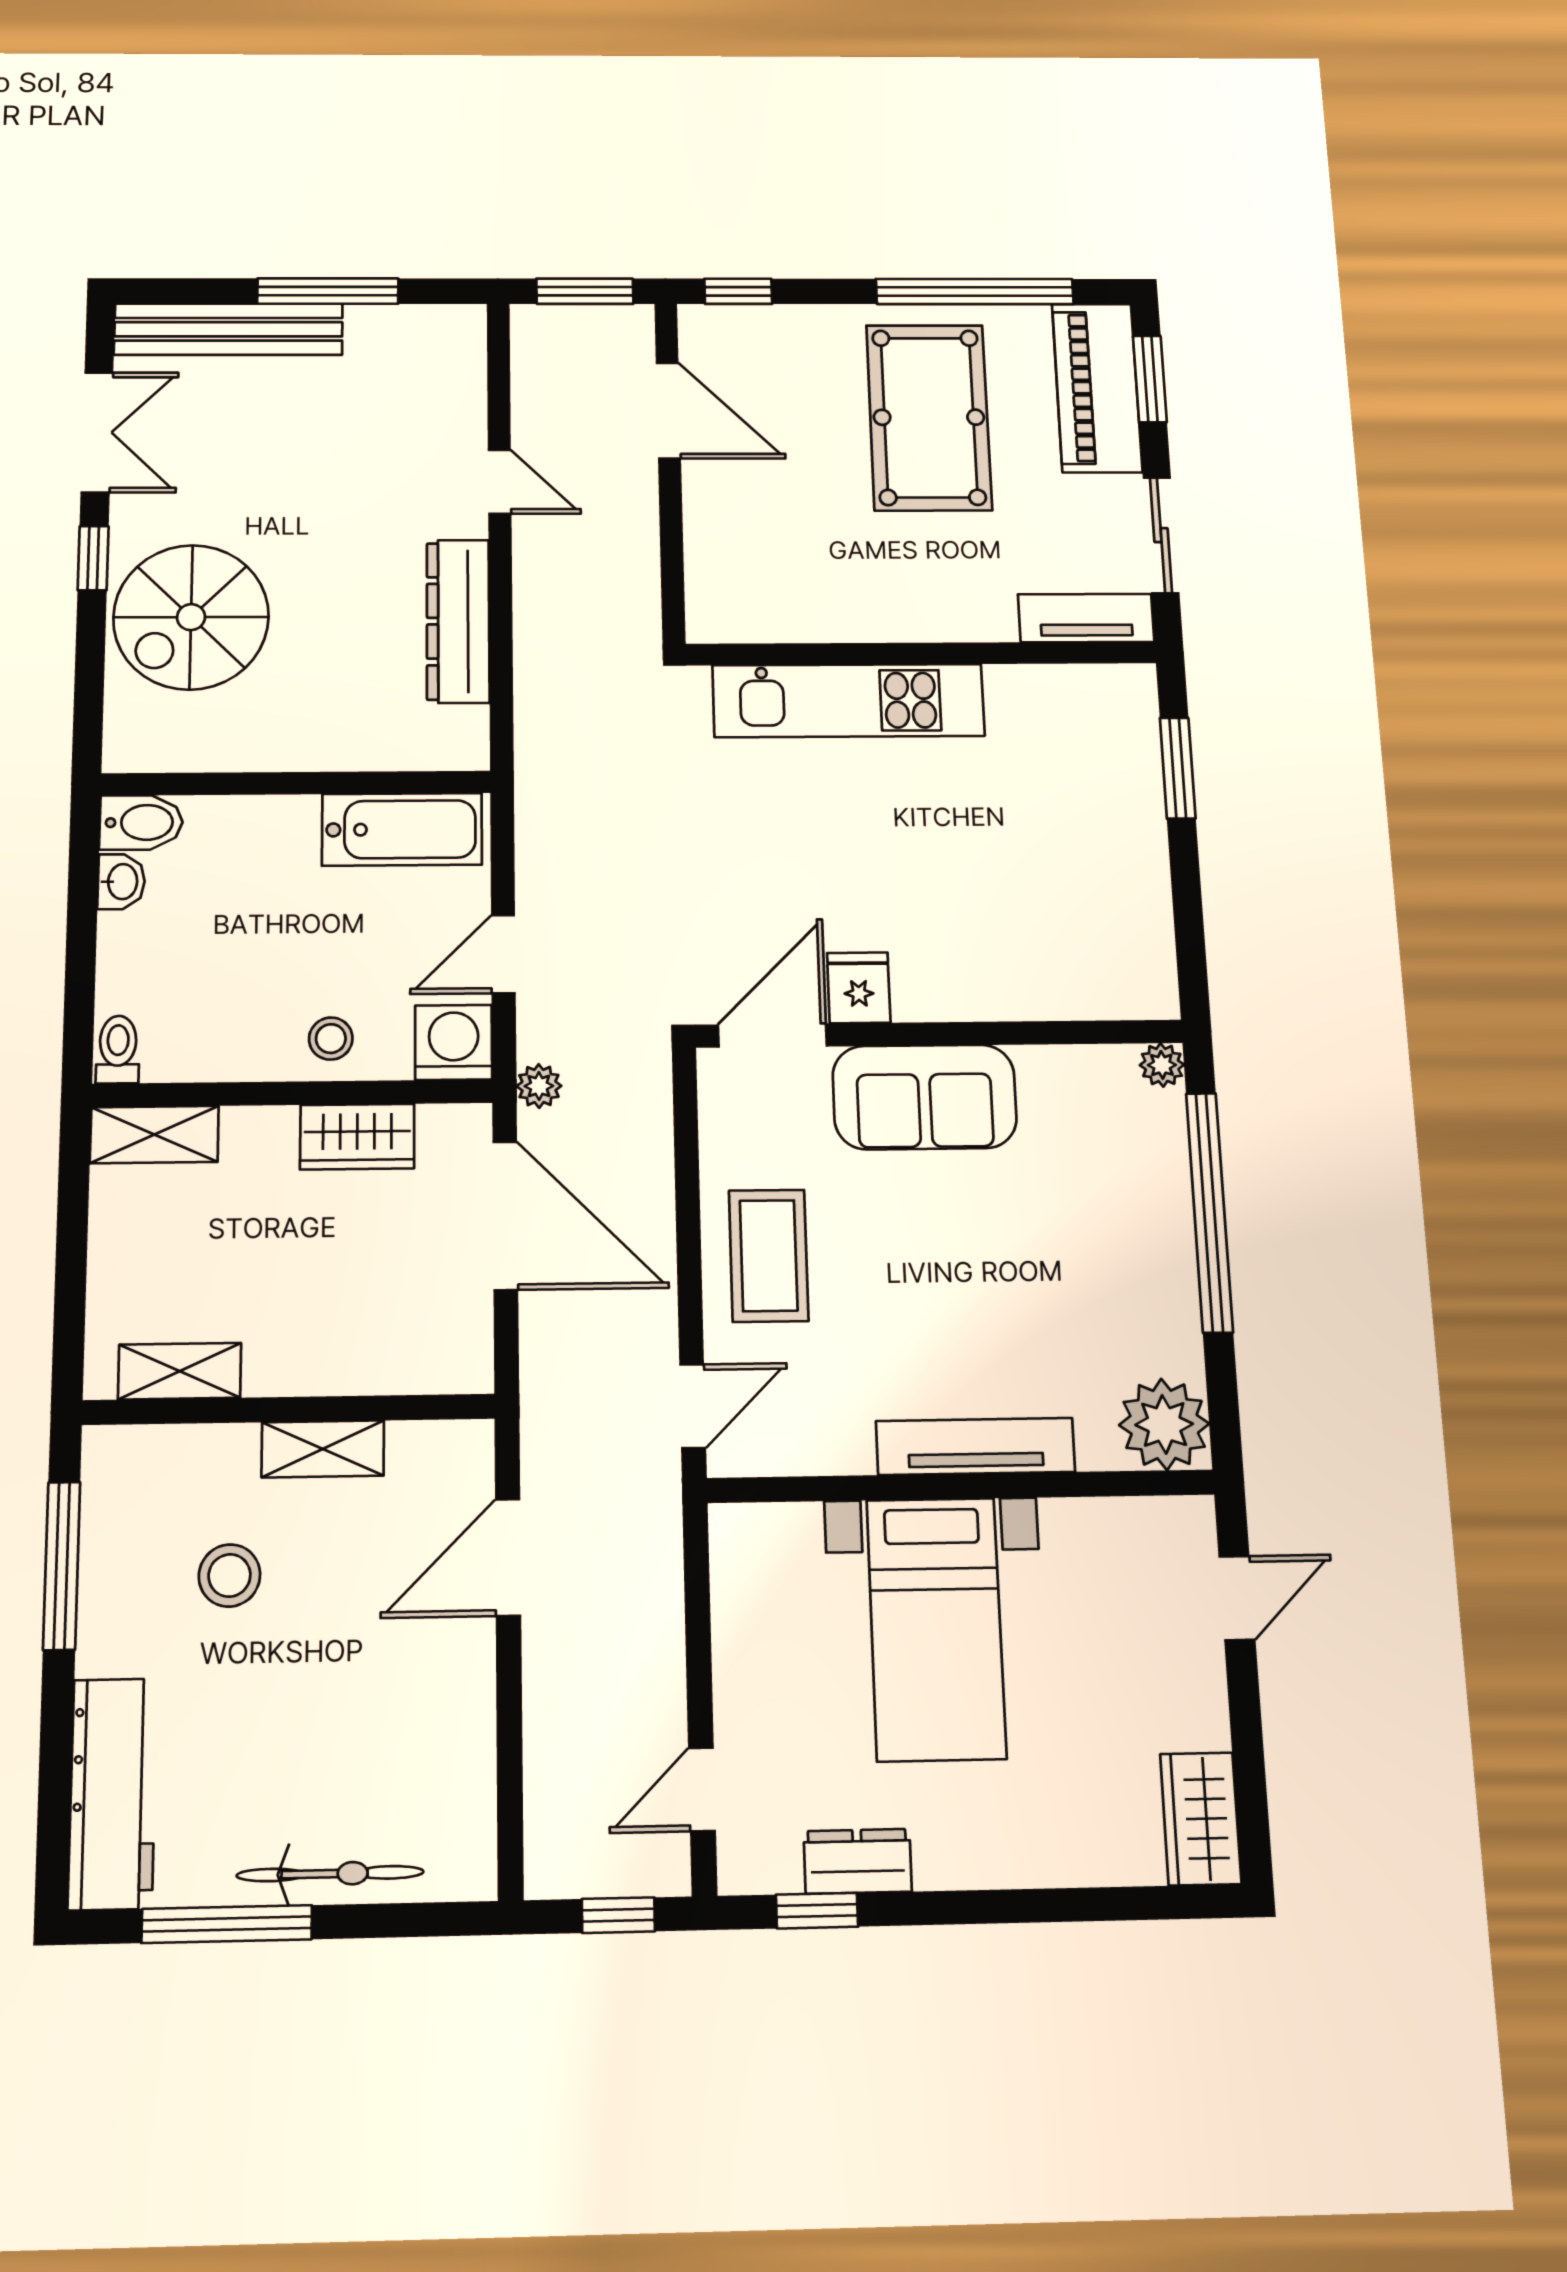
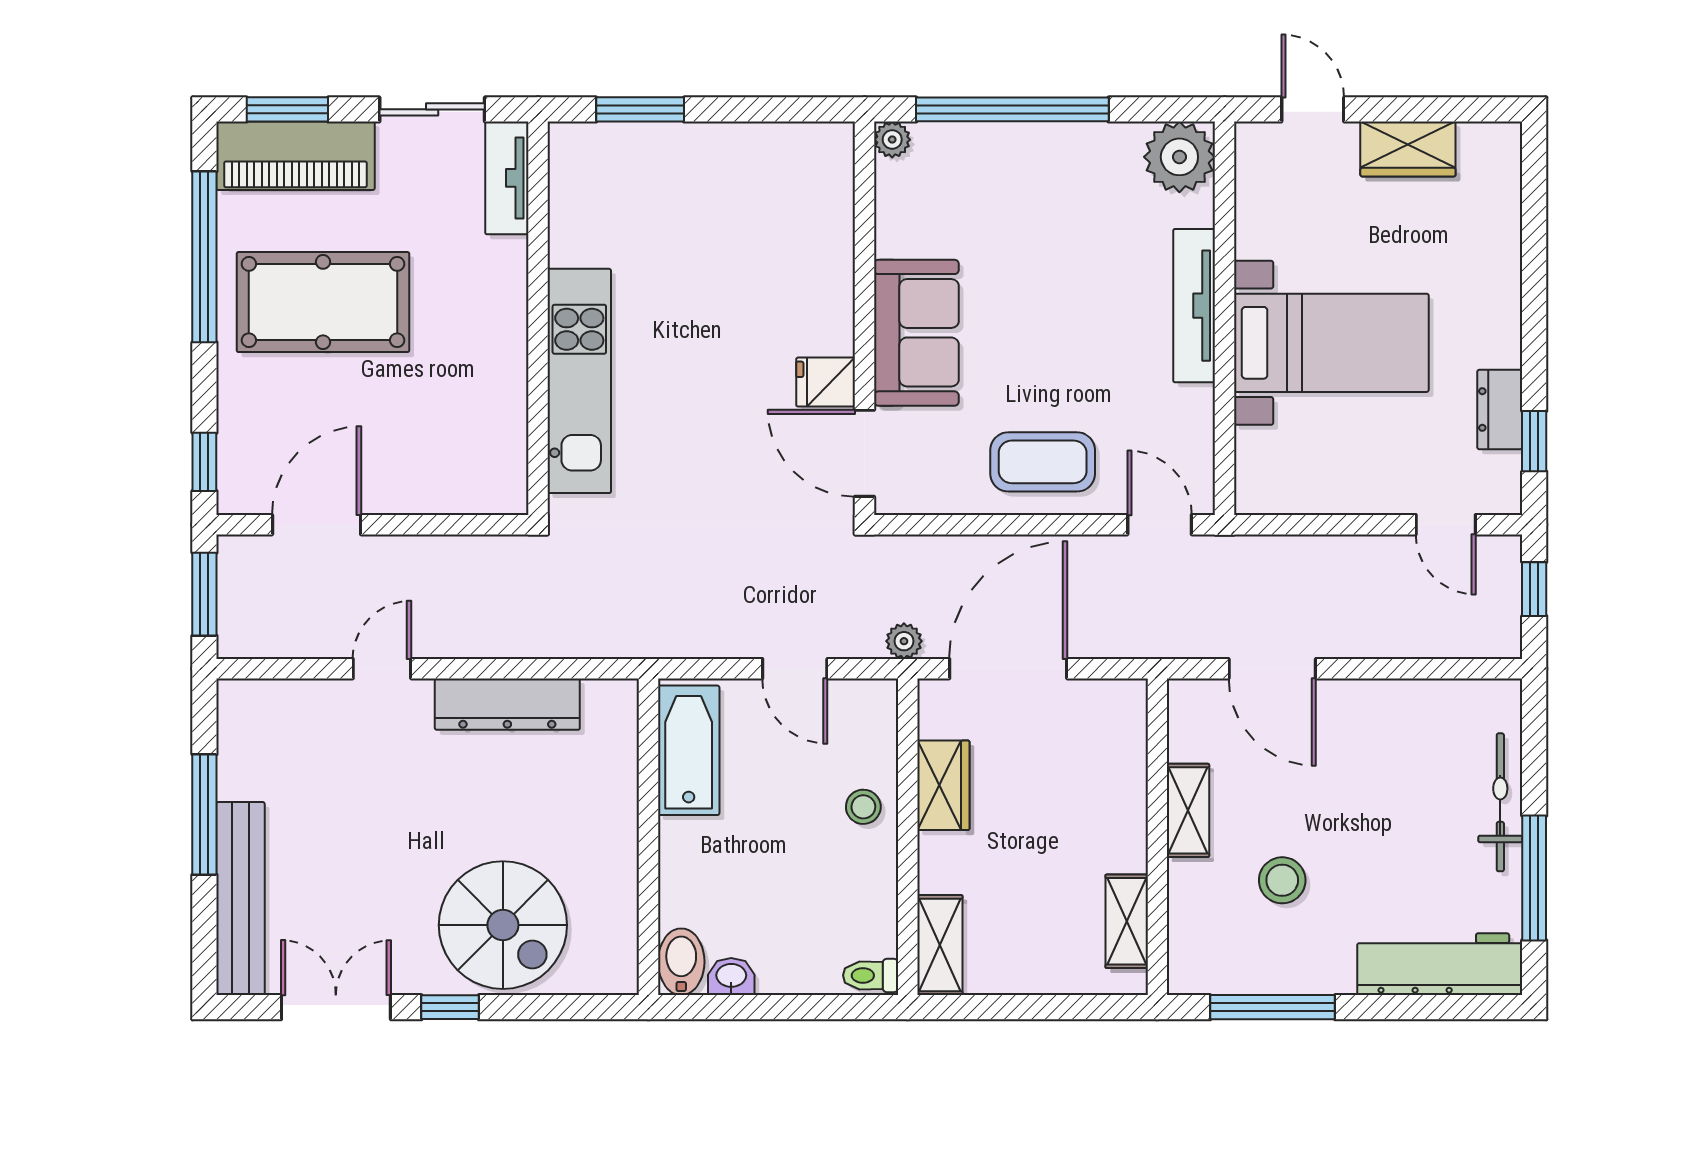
washing machine: (454, 1042) -> (867, 709), removed
wardrobe: (1201, 1819) -> (1408, 149), moved

